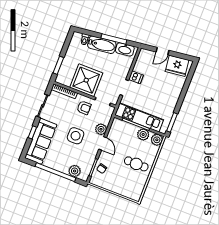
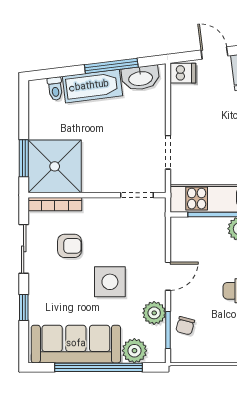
door: (162, 51) -> (214, 53), swing flipped
dishwasher: (136, 77) -> (183, 73), moved
shower: (86, 80) -> (55, 166), moved
armchair: (84, 108) -> (69, 246), moved
plant: (101, 129) -> (154, 313), moved
sofa: (41, 141) -> (76, 344), moved, turned -90
door: (103, 143) -> (168, 276), hinge flipped

